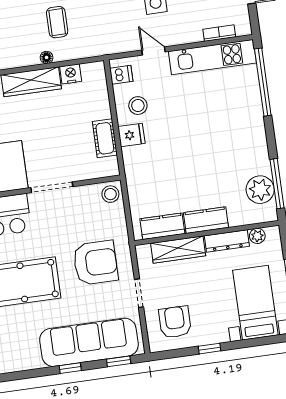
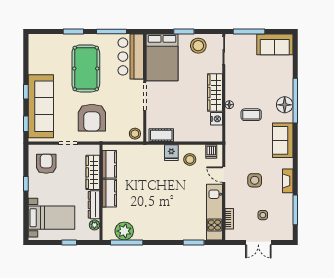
door: (154, 51) -> (224, 175), swing flipped
window: (263, 82) -> (194, 243), width x0.47
cot: (105, 138) -> (161, 135), moved
armchair: (175, 322) -> (46, 164), turned -90

